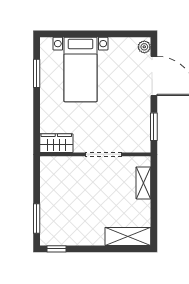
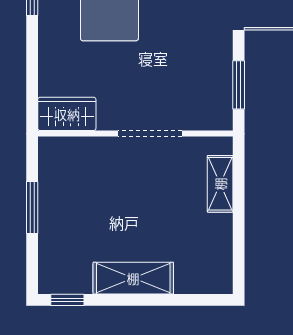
window: (37, 219) -> (32, 207), moved
shelving: (128, 236) -> (133, 278), moved

